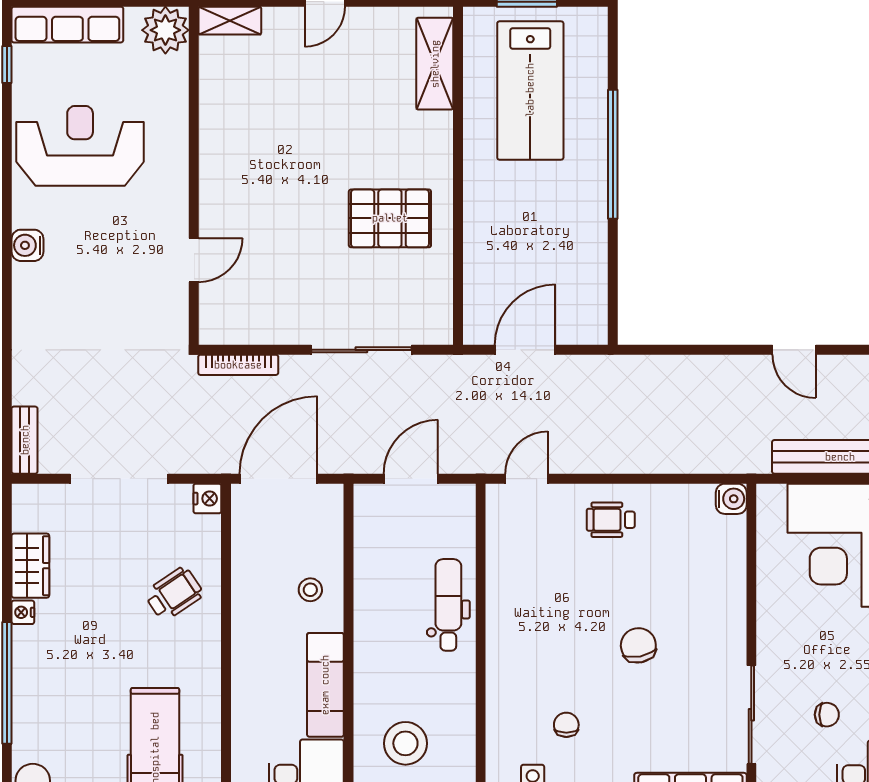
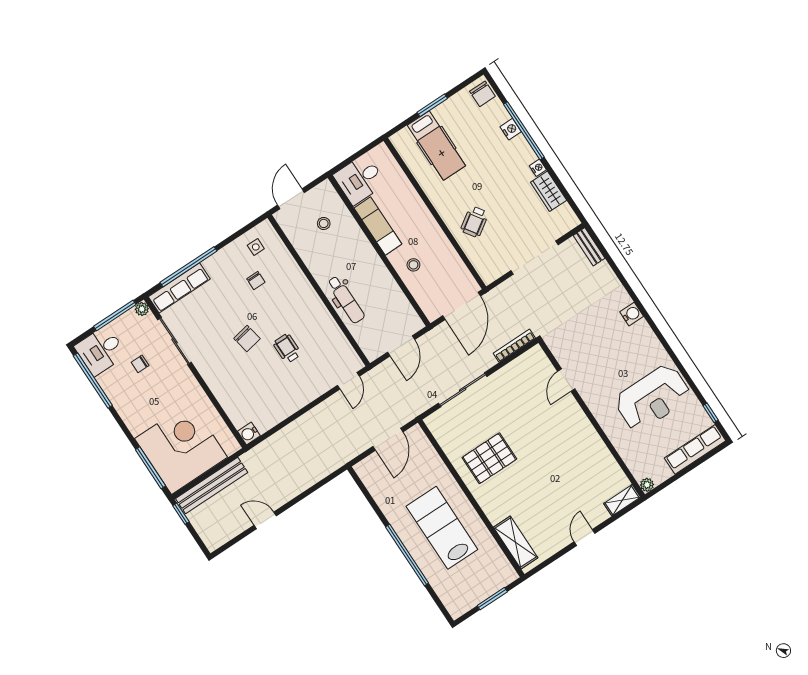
plant: (165, 30) -> (647, 485), width x0.53, depth x0.53
lab bench: (530, 90) -> (442, 528), moved
water cooler: (27, 245) -> (632, 314), moved
nightstand: (207, 499) -> (511, 129), moved, turned 180
wheelchair: (611, 520) -> (287, 348), moved, turned -90
stool: (405, 743) -> (324, 223), width x0.53, depth x0.53

